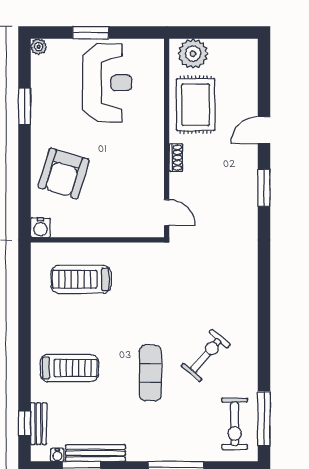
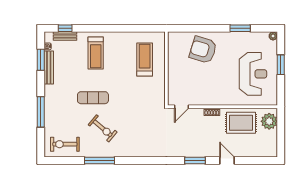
reception desk: (107, 83) -> (253, 74), turned -90
water cooler: (40, 228) -> (173, 37), removed
window: (264, 419) -> (99, 160), moved

